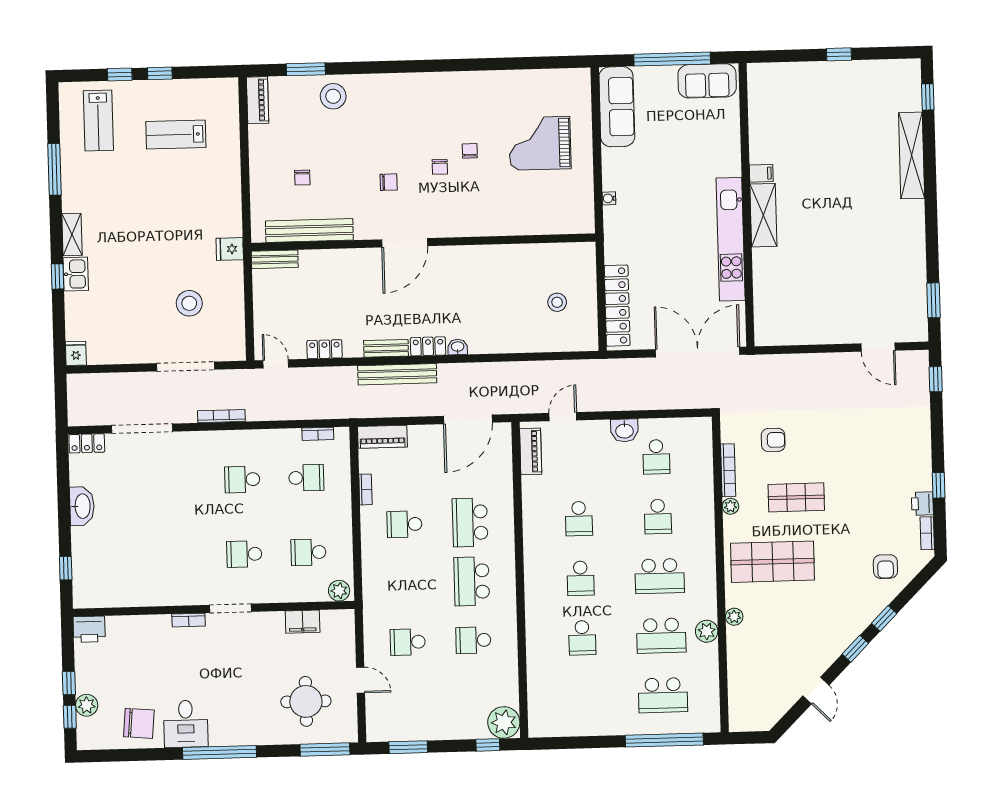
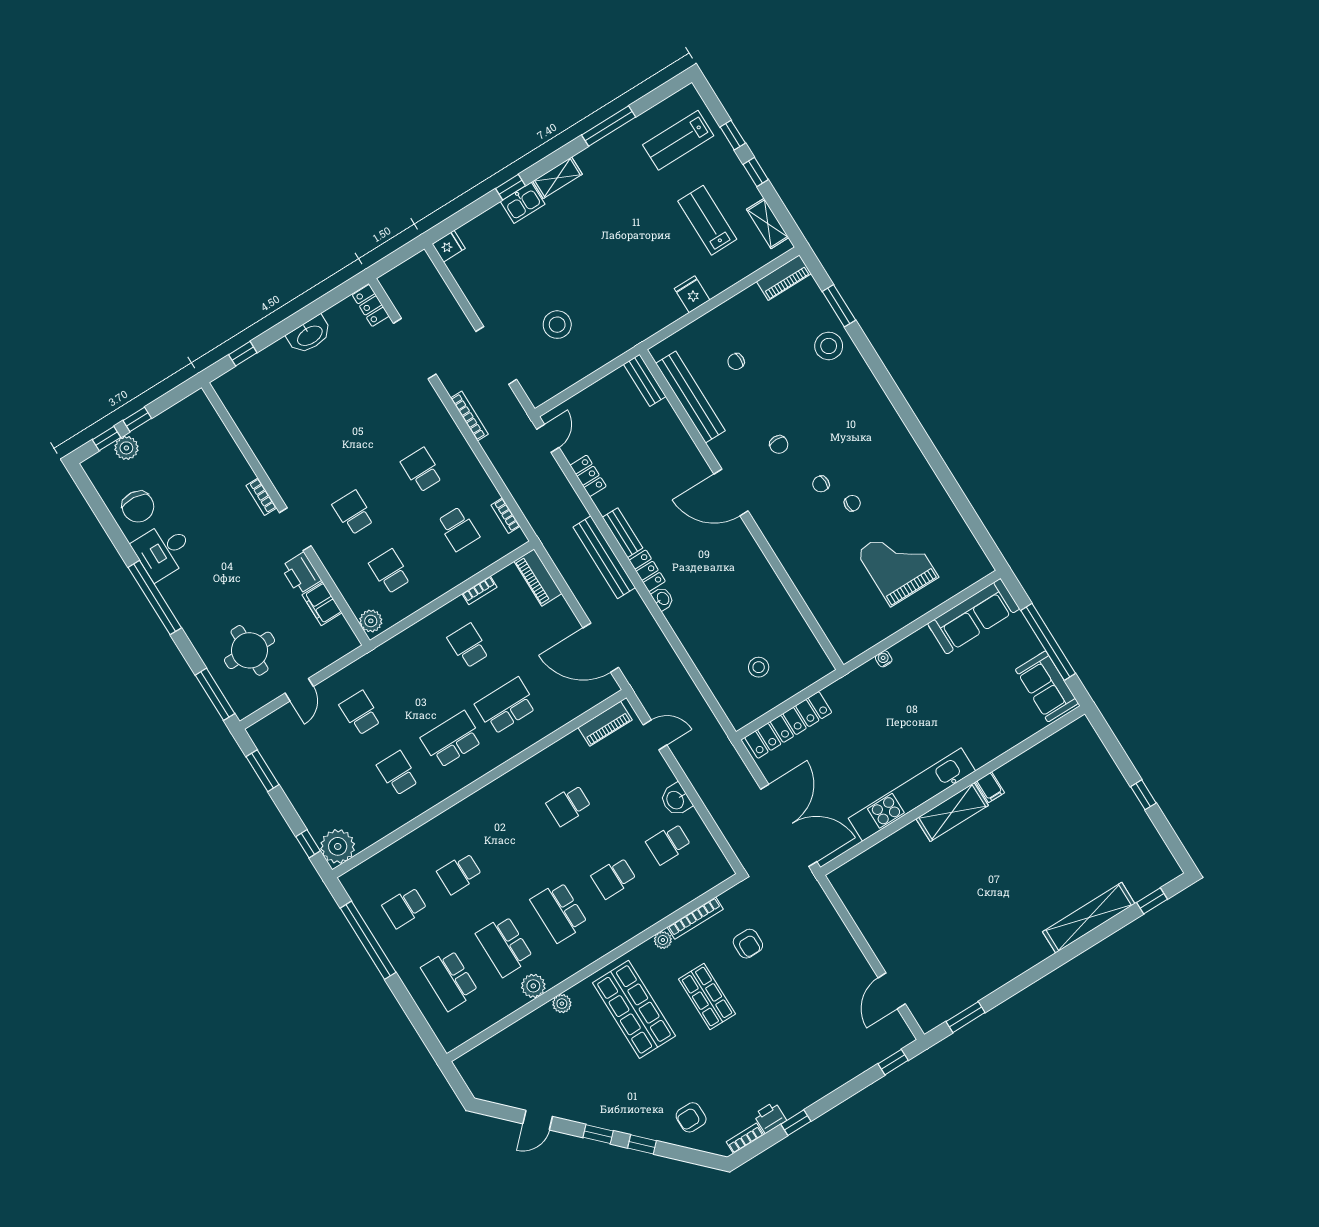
shelving: (207, 88) -> (768, 223), added
fridge: (230, 249) -> (692, 294), moved
school desk: (581, 578) -> (405, 907), moved
printer: (89, 629) -> (301, 573), moved
window: (664, 740) -> (368, 940), moved

